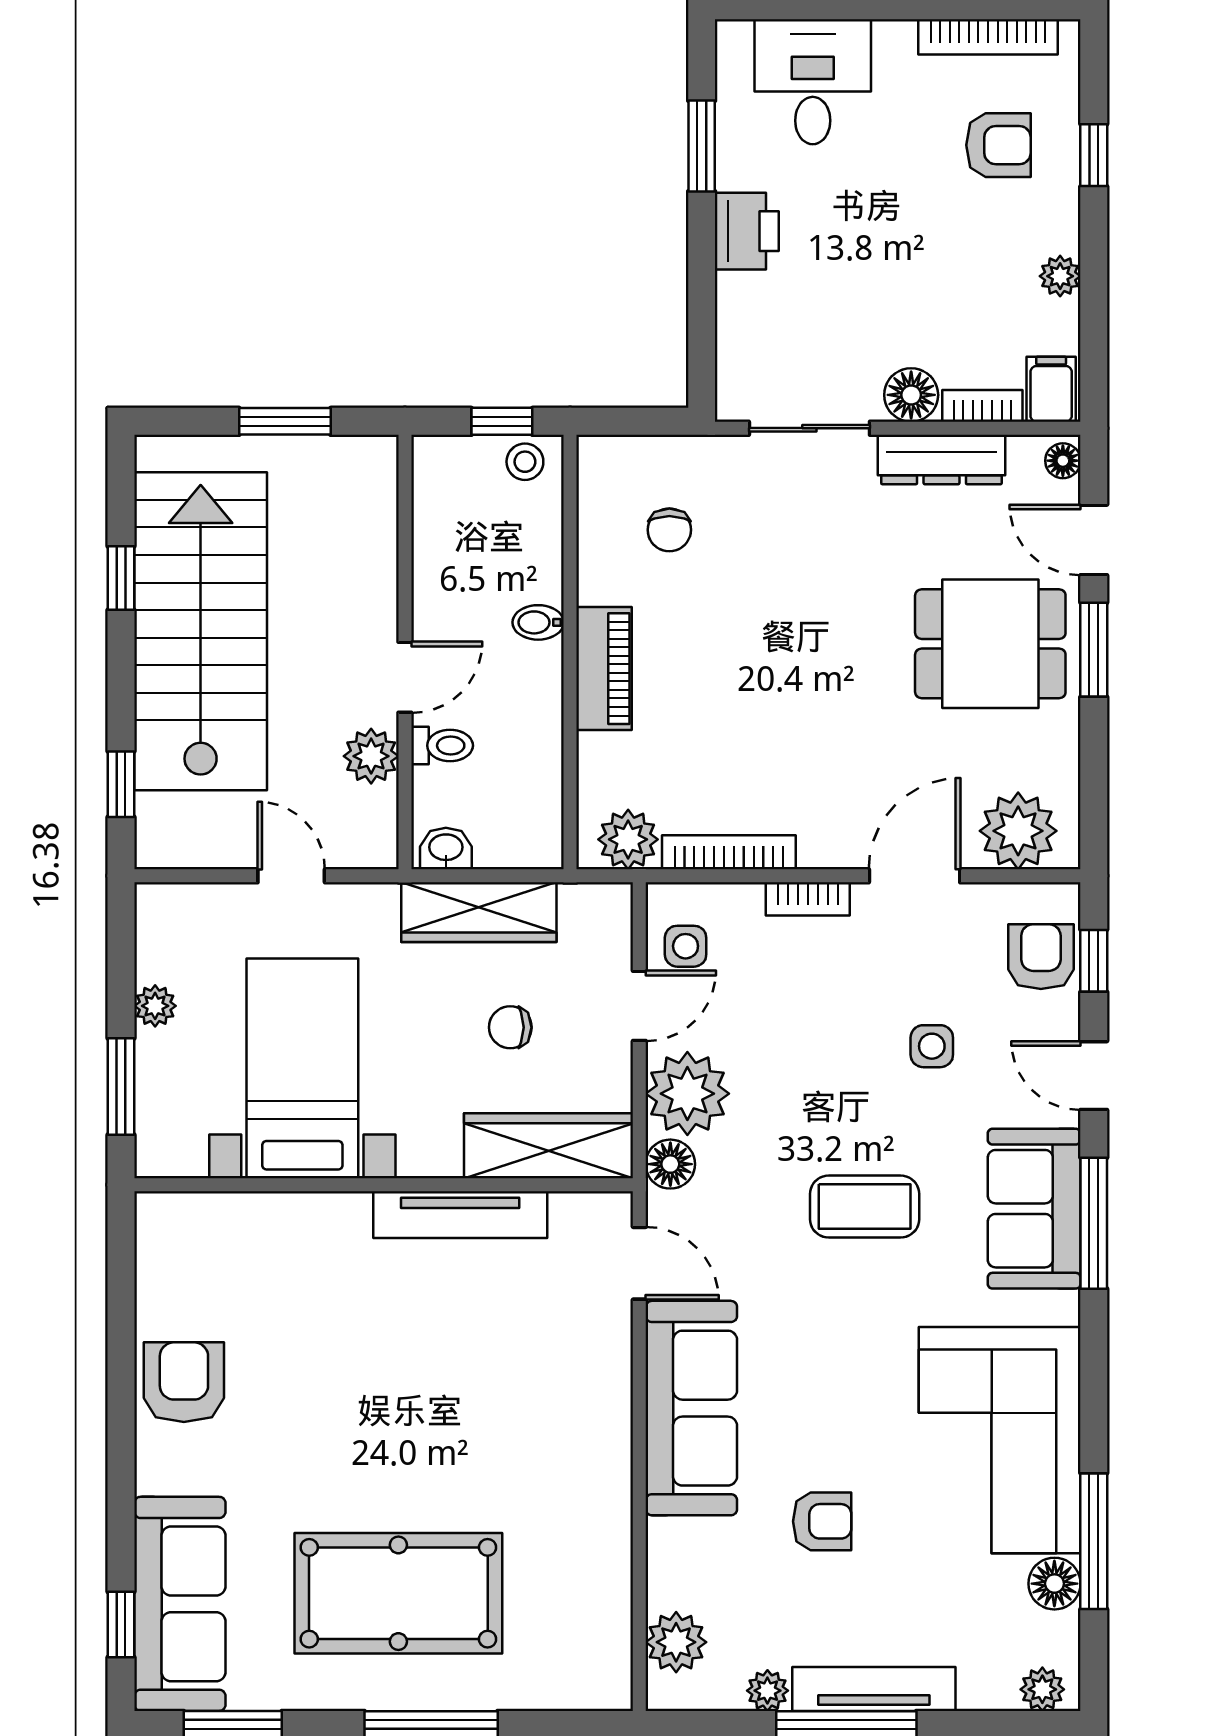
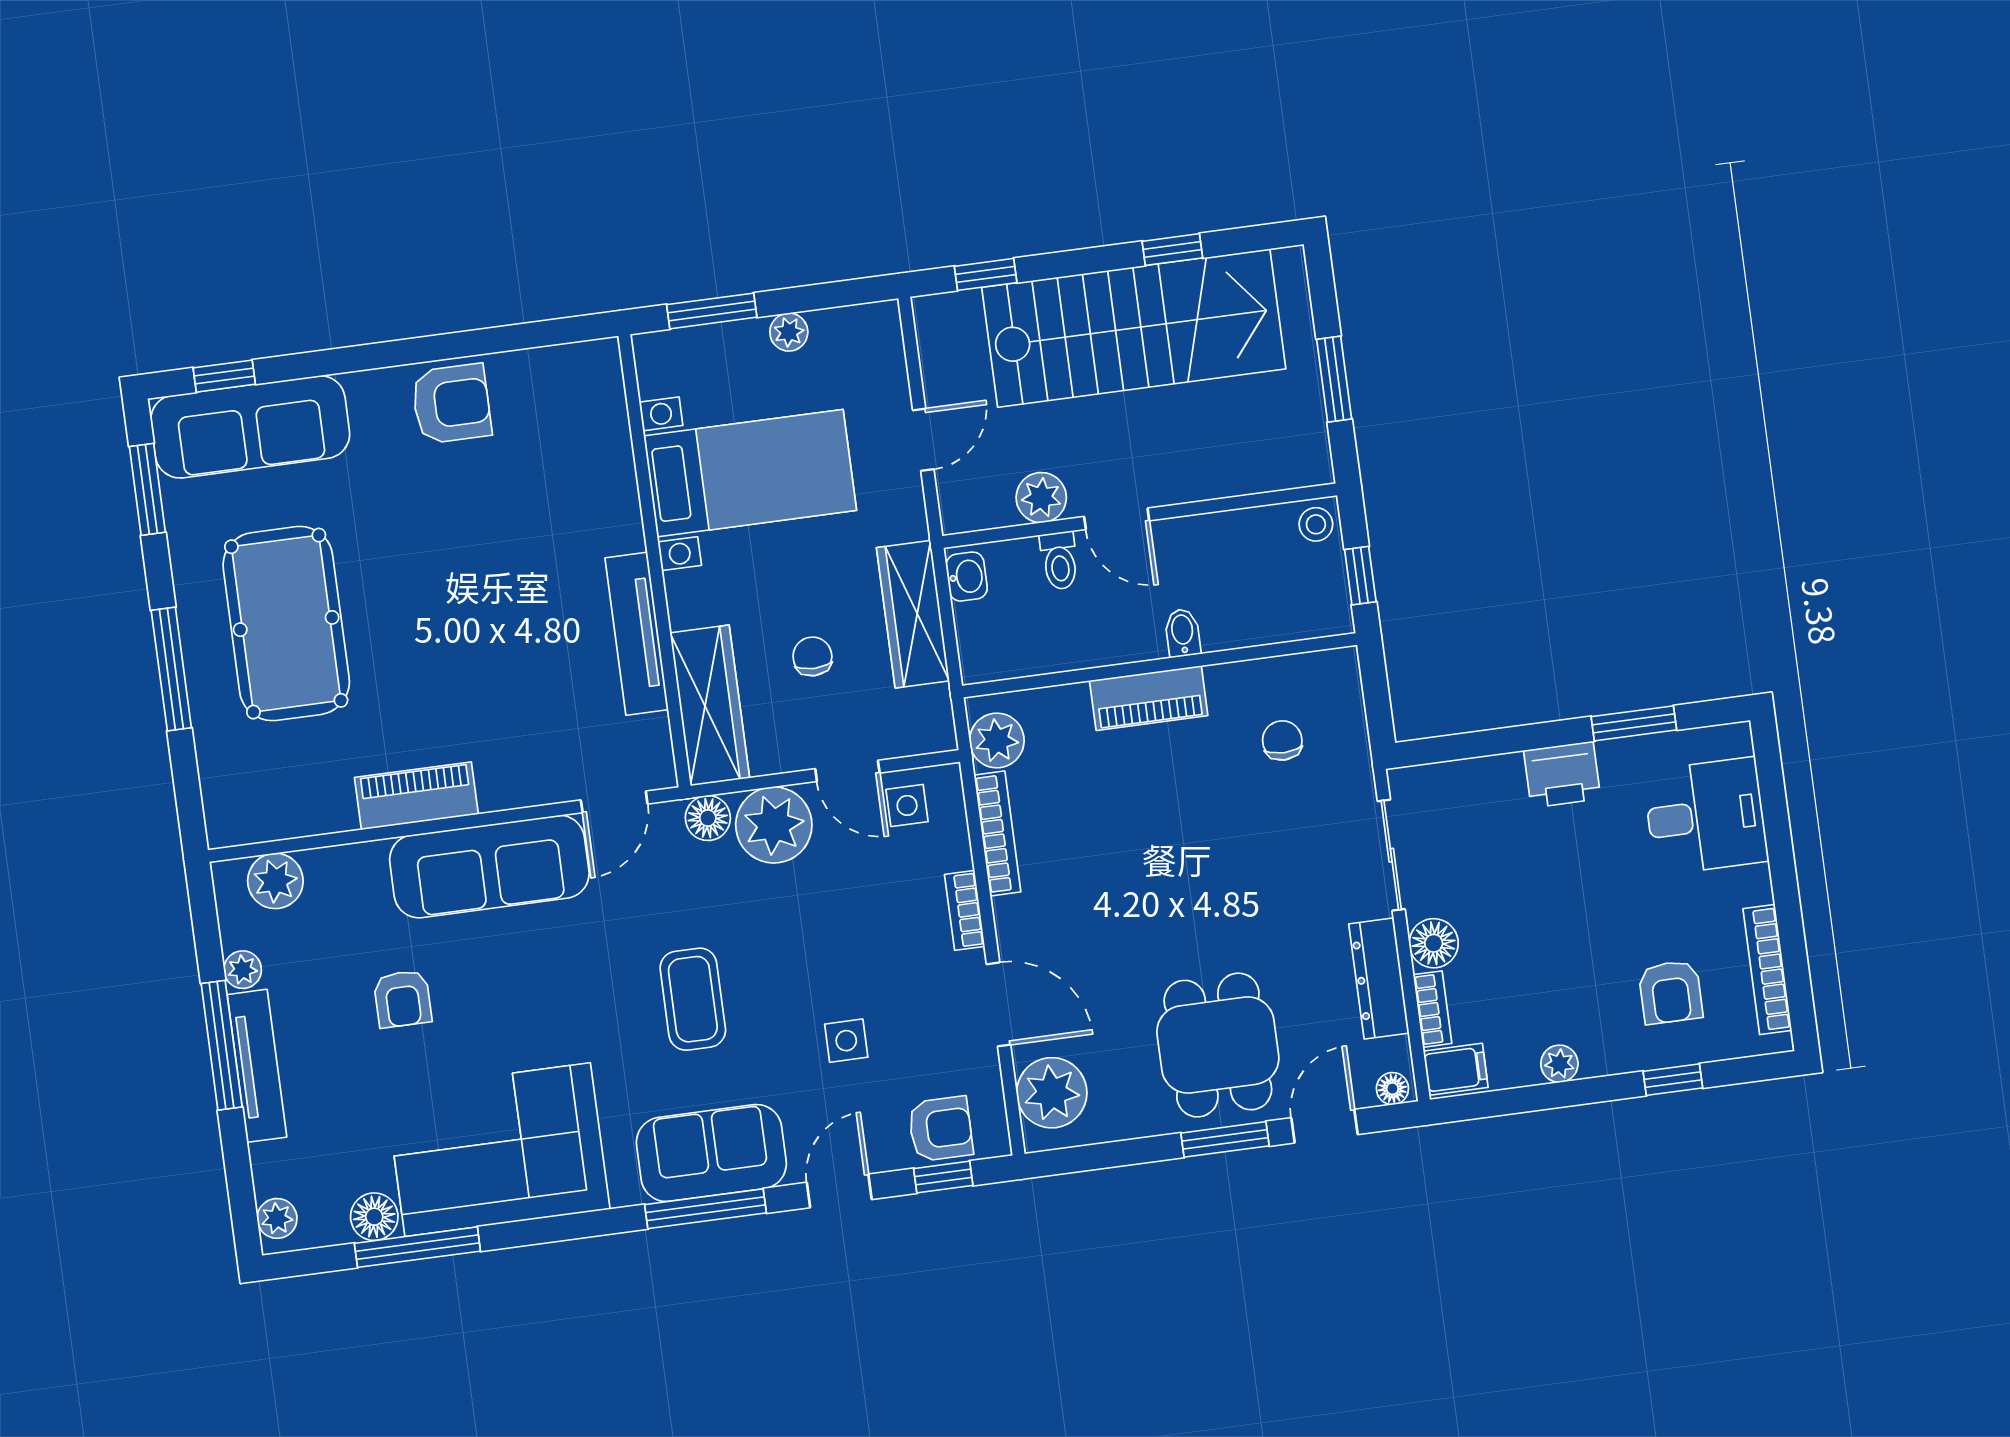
stool: (525, 462) -> (1316, 524), moved
chair: (669, 530) -> (1282, 740), turned 90
piano: (604, 1477) -> (416, 796), added

